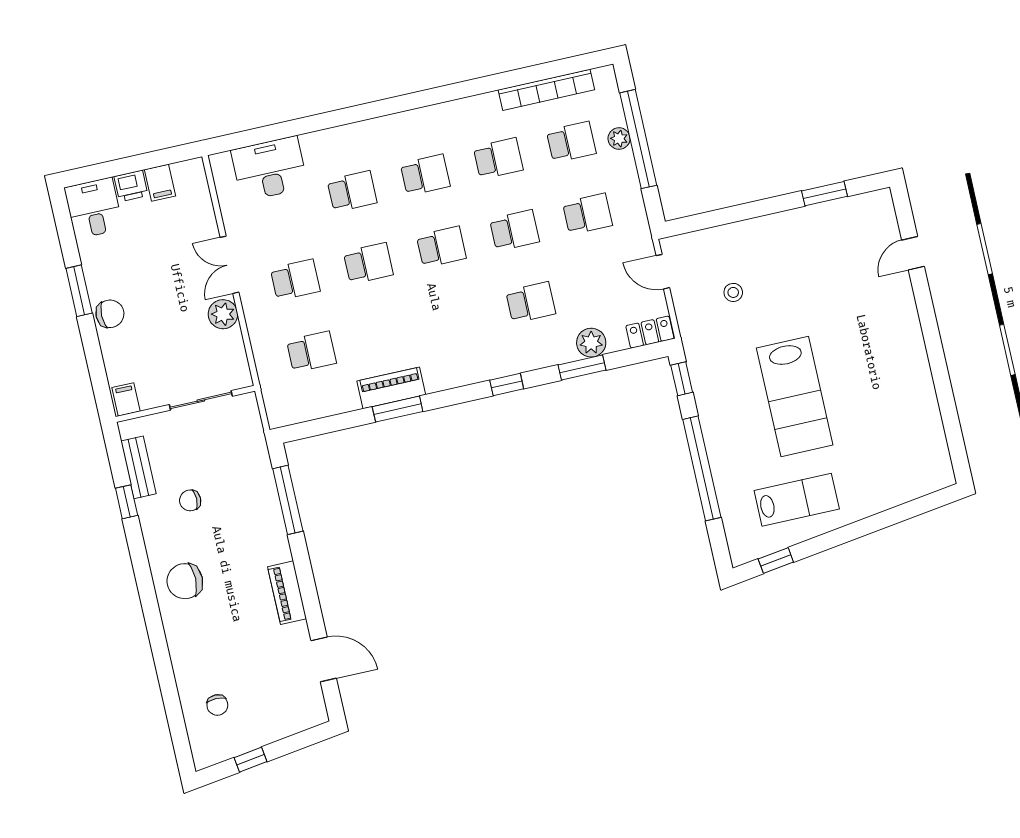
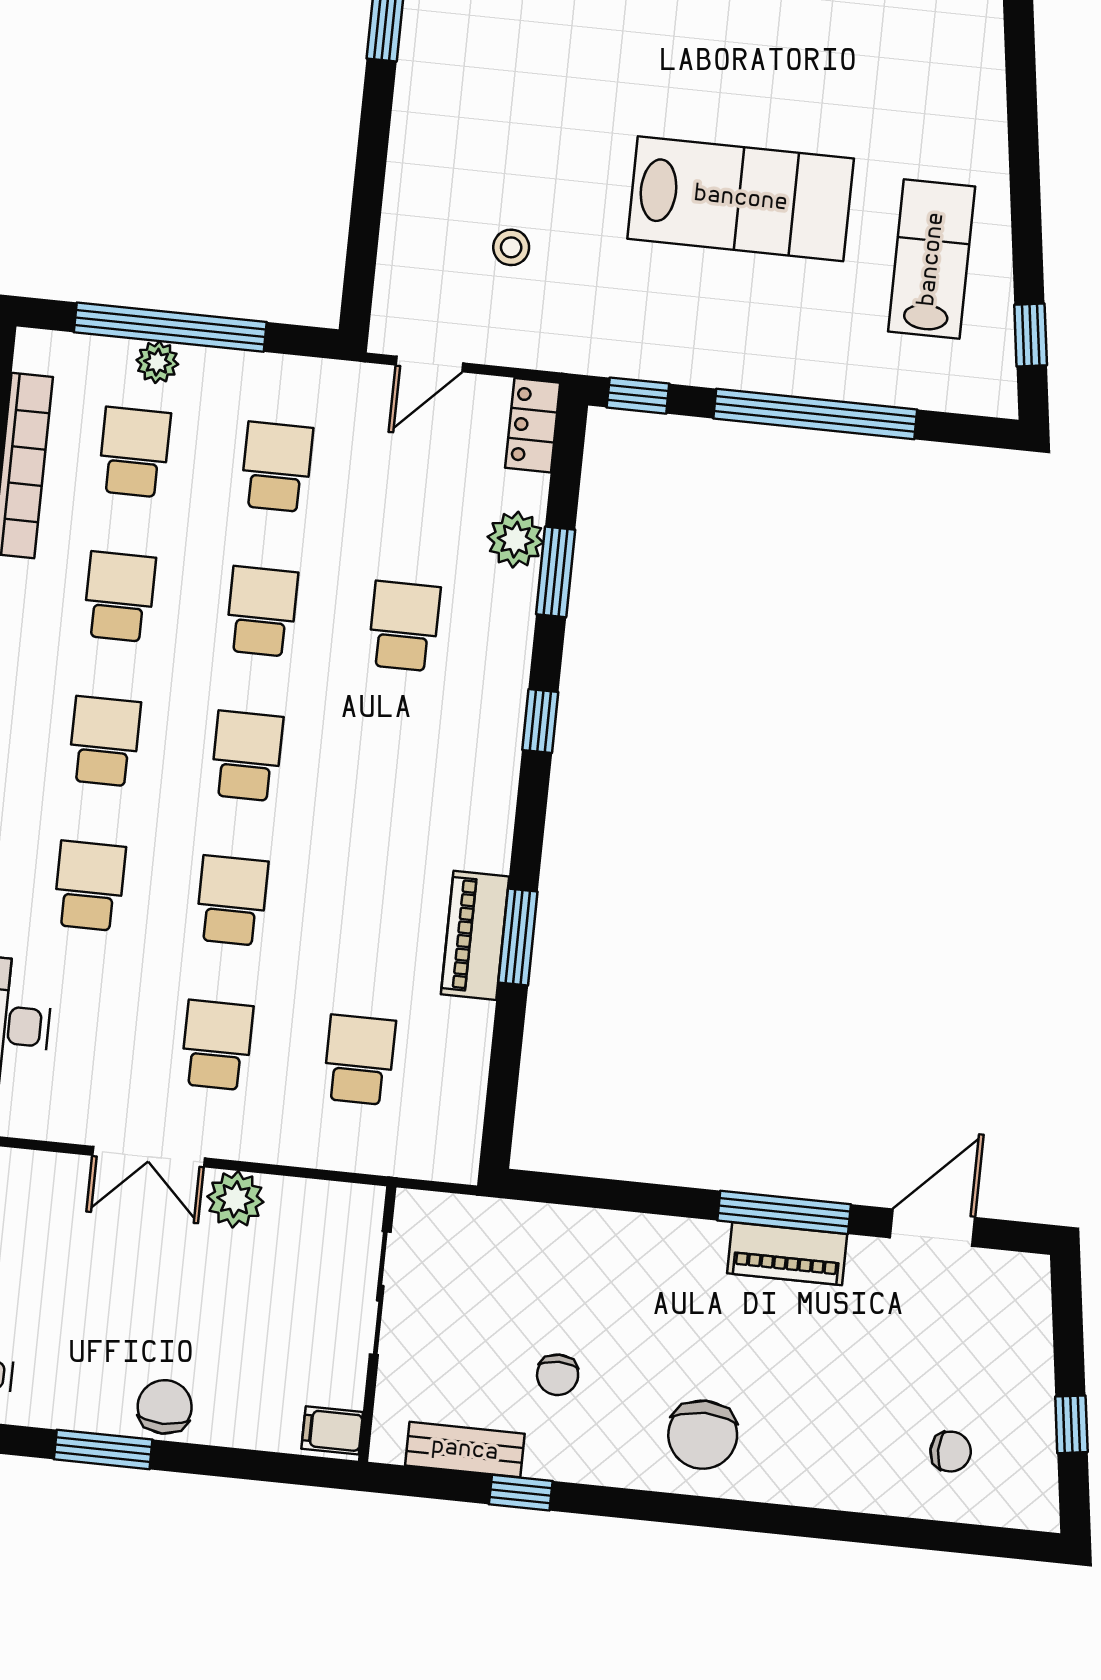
window: (288, 500) -> (784, 1212), moved

